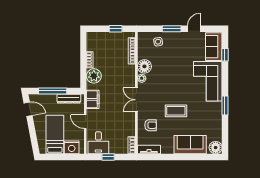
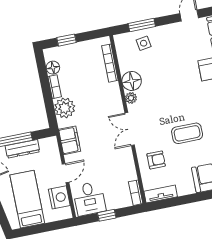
window: (116, 29) -> (67, 40), moved
window: (172, 29) -> (142, 25), moved
floor lamp: (91, 46) -> (53, 68), added
dresser: (69, 99) -> (22, 149), moved
door: (85, 122) -> (66, 173), swing flipped
nightstand: (72, 147) -> (59, 197), moved, turned -90

